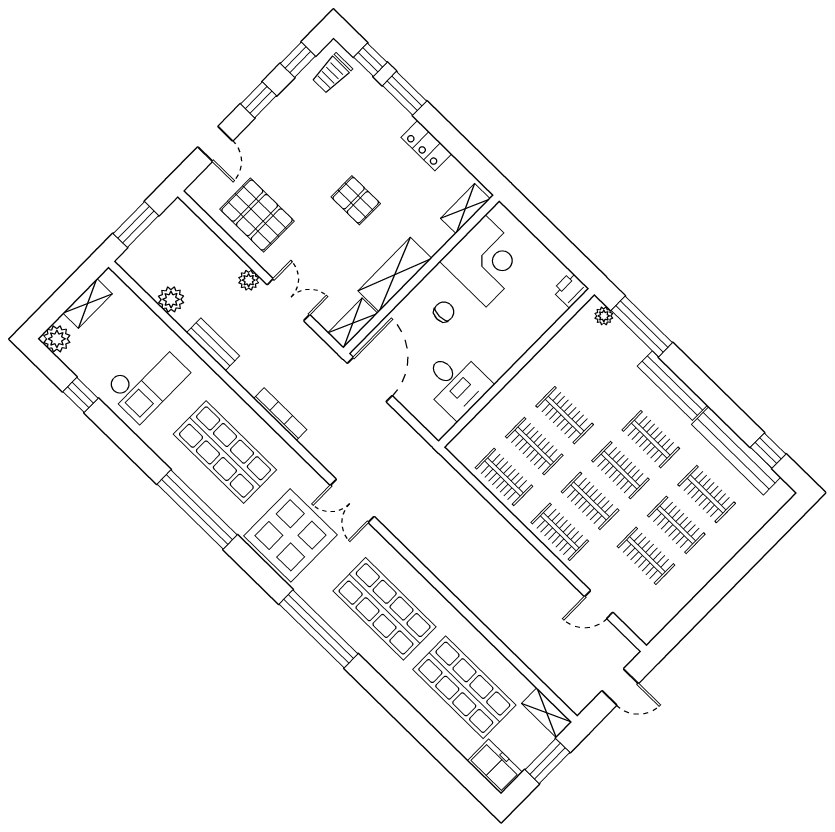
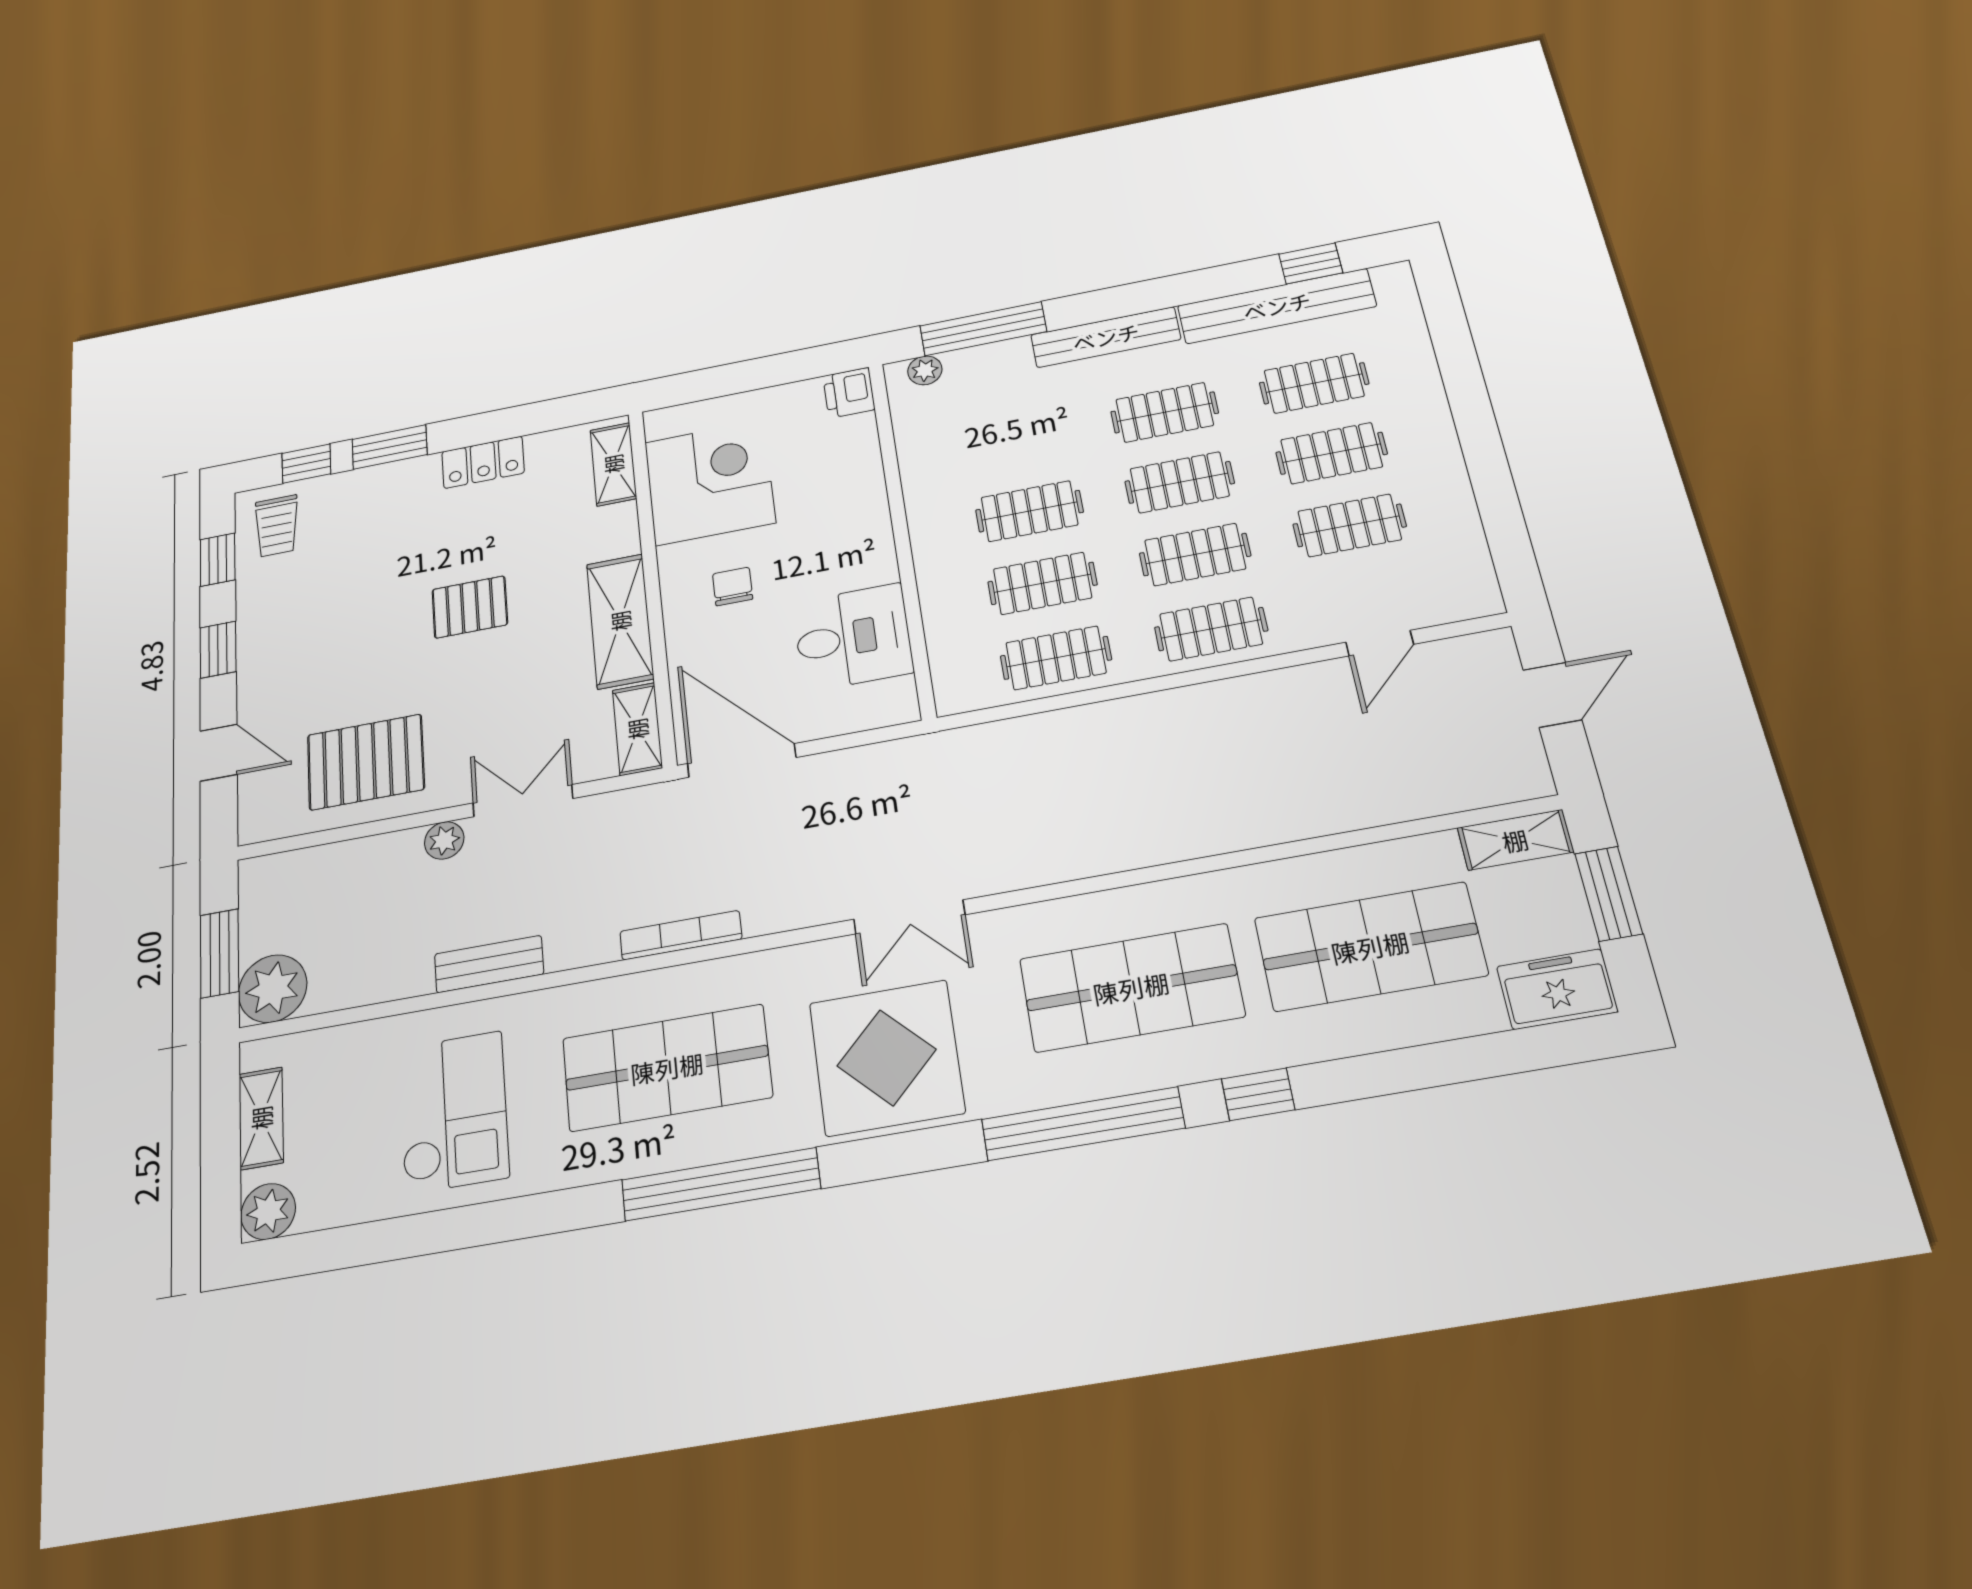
plant: (171, 299) -> (273, 989), moved, width x1.36, depth x1.36
window: (80, 395) -> (1258, 1094), moved

